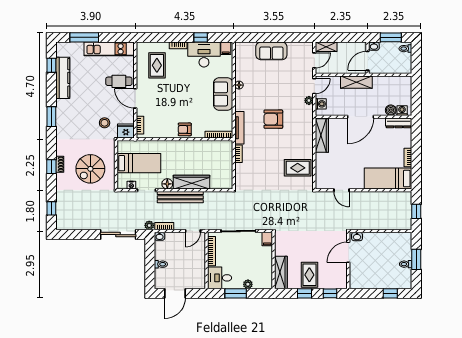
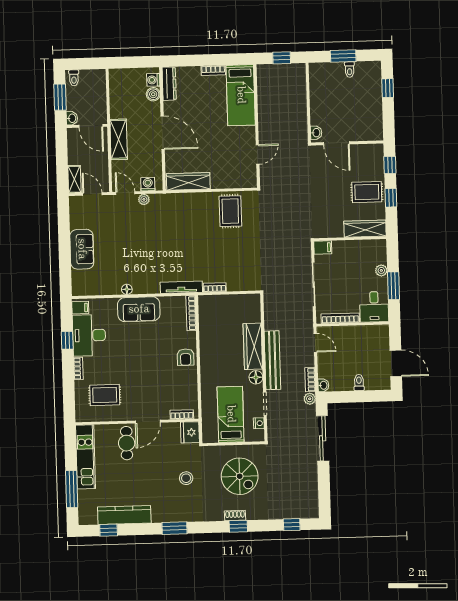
armchair: (273, 119) -> (169, 244), removed
stool: (105, 123) -> (186, 478), moved

